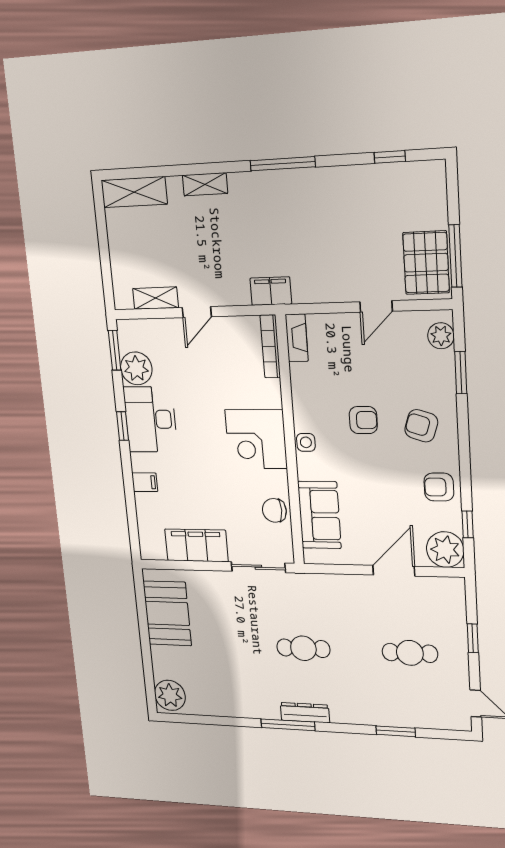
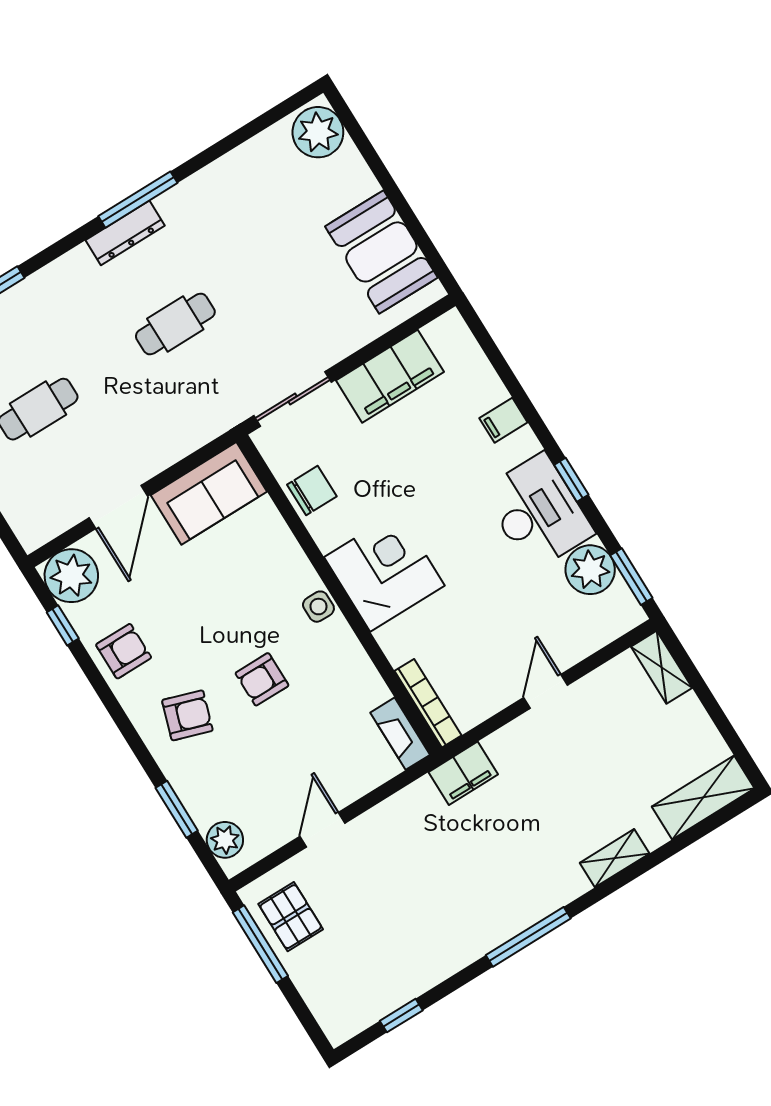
pallet: (426, 263) -> (291, 917), width x0.67, depth x0.71
shelving: (156, 298) -> (662, 667), moved, turned 90
sofa: (319, 515) -> (209, 493), moved, turned -90

